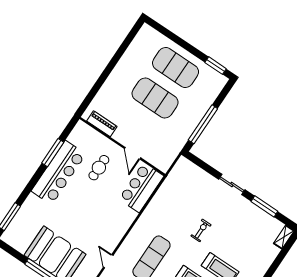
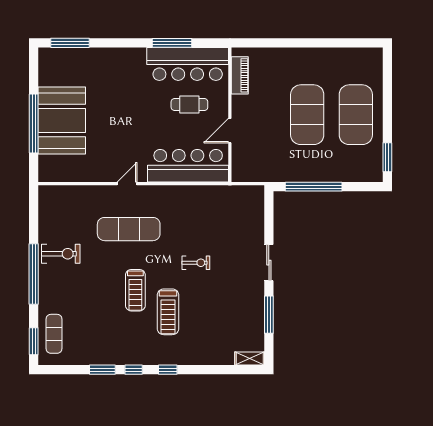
bar counter: (59, 173) -> (188, 64), moved
bar counter: (141, 188) -> (188, 166), width x1.36
door: (108, 261) -> (127, 184), moved

